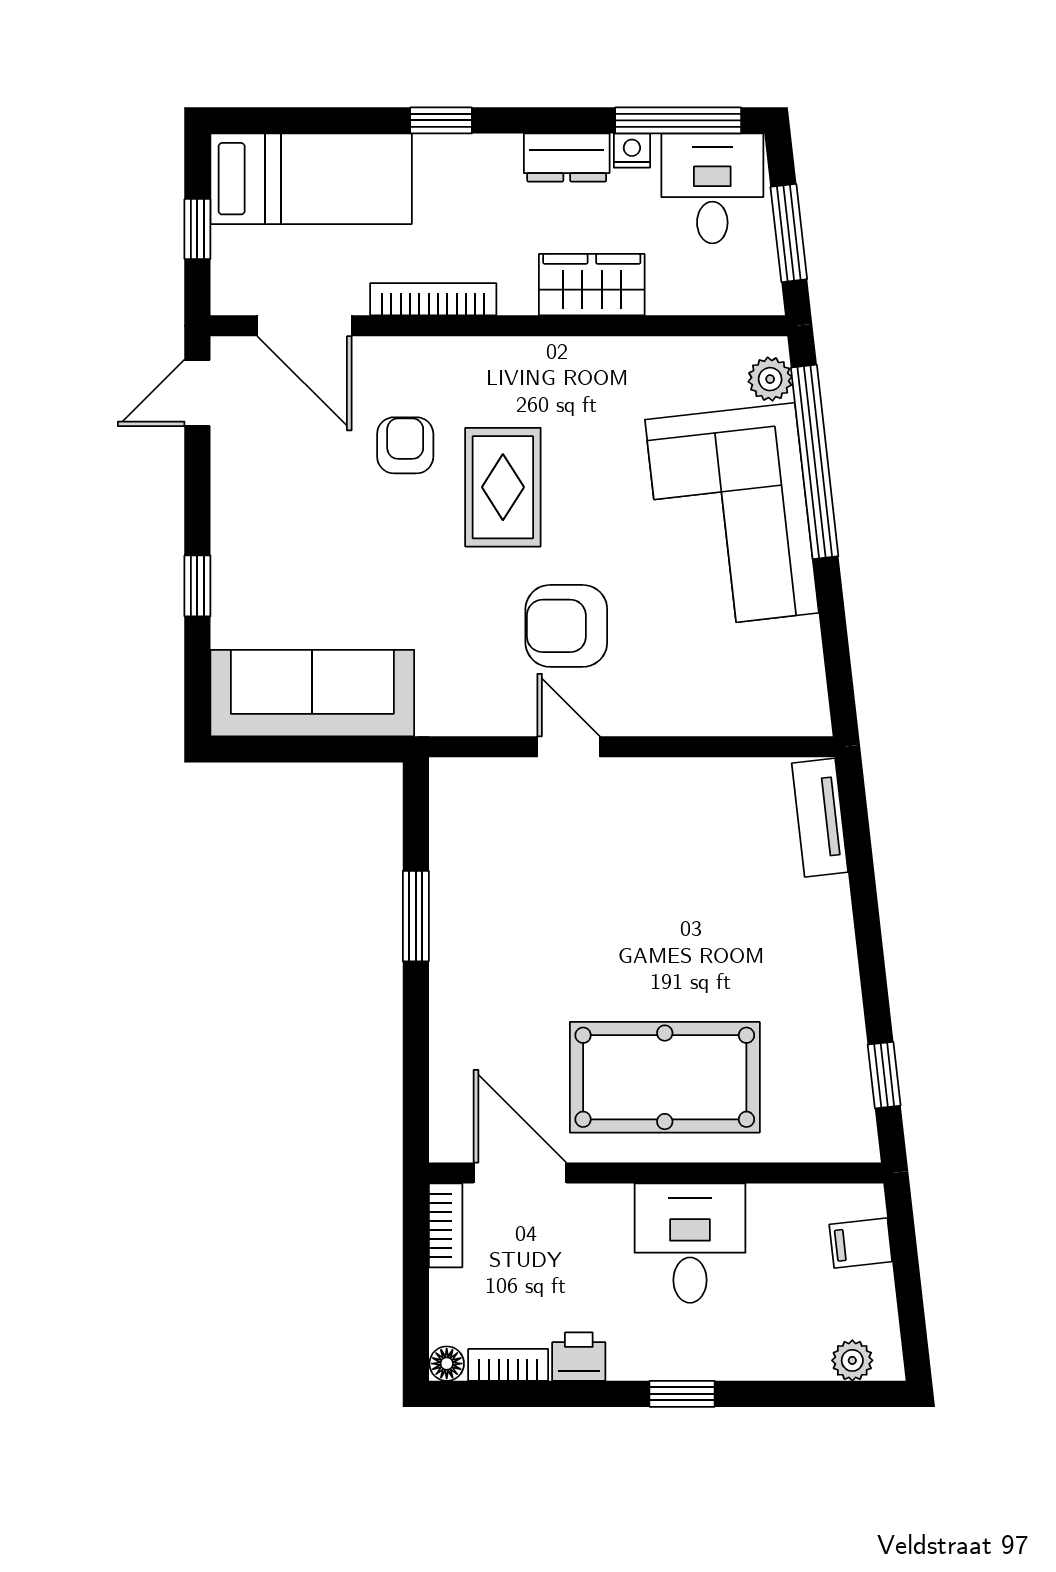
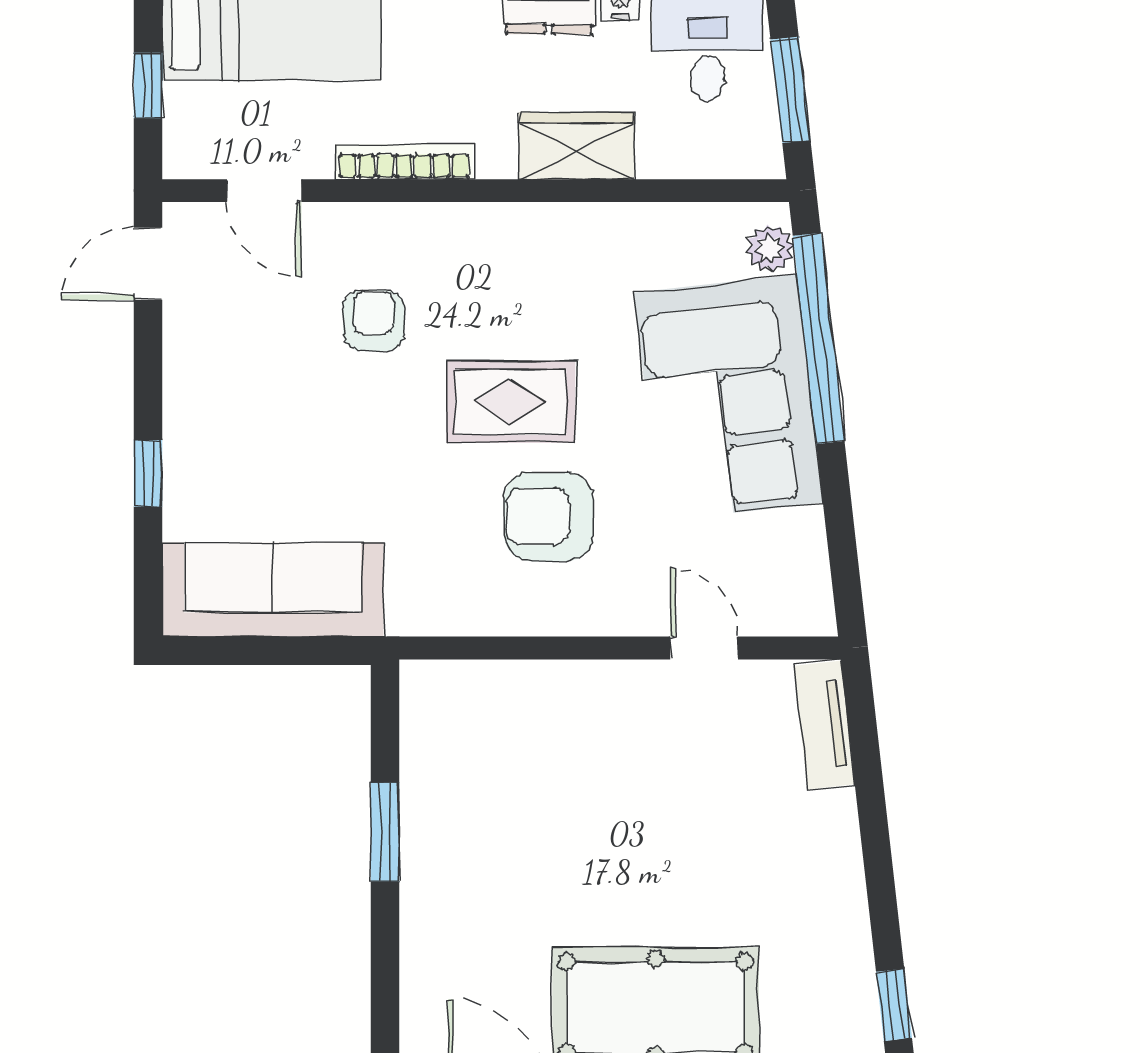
door: (304, 326) -> (264, 191), width x0.73
rug: (503, 487) -> (511, 402), moved, turned 90
door: (569, 747) -> (704, 648), moved

